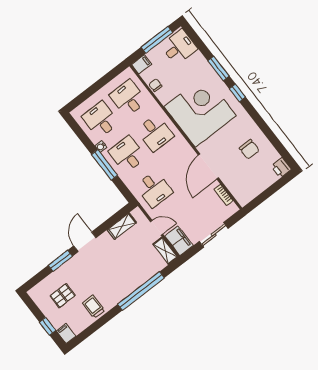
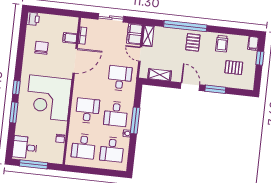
filing cabinet: (142, 64) -> (70, 38), moved
door: (85, 242) -> (190, 87), swing flipped
pallet: (120, 283) -> (193, 42), added

